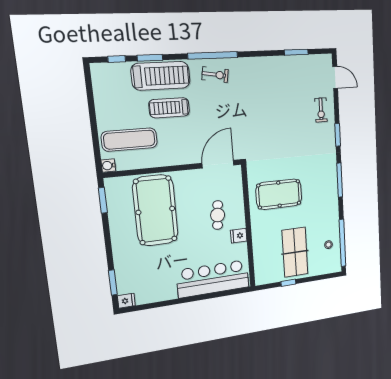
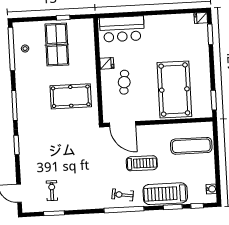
treadmill: (169, 108) -> (142, 163), moved
exercise bike: (321, 110) -> (52, 191), moved
door: (218, 164) -> (122, 124), hinge flipped
water cooler: (108, 166) -> (211, 189), moved
bar counter: (213, 279) -> (122, 29), width x0.73

